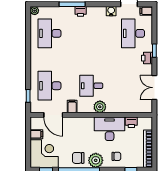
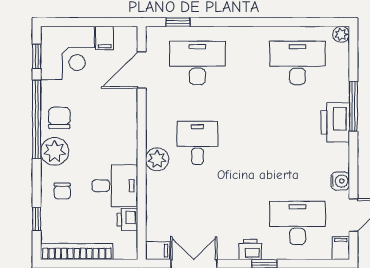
printer: (81, 11) -> (335, 122), width x1.87, depth x1.48
filing cabinet: (72, 107) -> (158, 251), moved
desk: (110, 129) -> (115, 186), width x0.73

